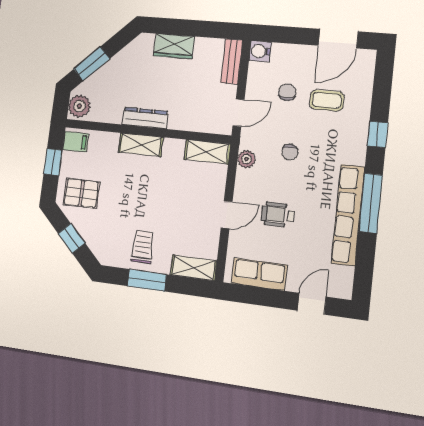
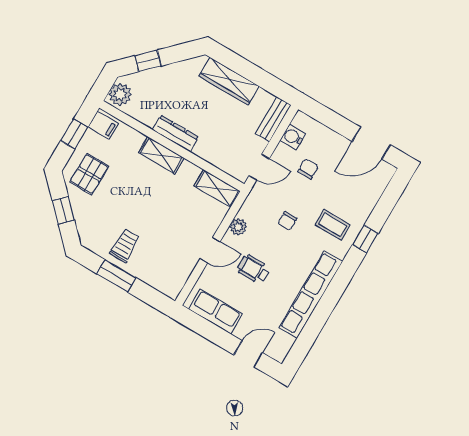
wardrobe: (174, 46) -> (229, 81), width x1.50
water cooler: (260, 51) -> (293, 137), moved
window: (92, 64) -> (148, 61), width x0.67
coffee table: (327, 100) -> (333, 225), moved
plant: (246, 159) -> (238, 227), moved
pallet: (82, 193) -> (89, 174), turned 90
window: (371, 203) -> (333, 293), removed
shelving: (194, 268) -> (162, 282), removed

